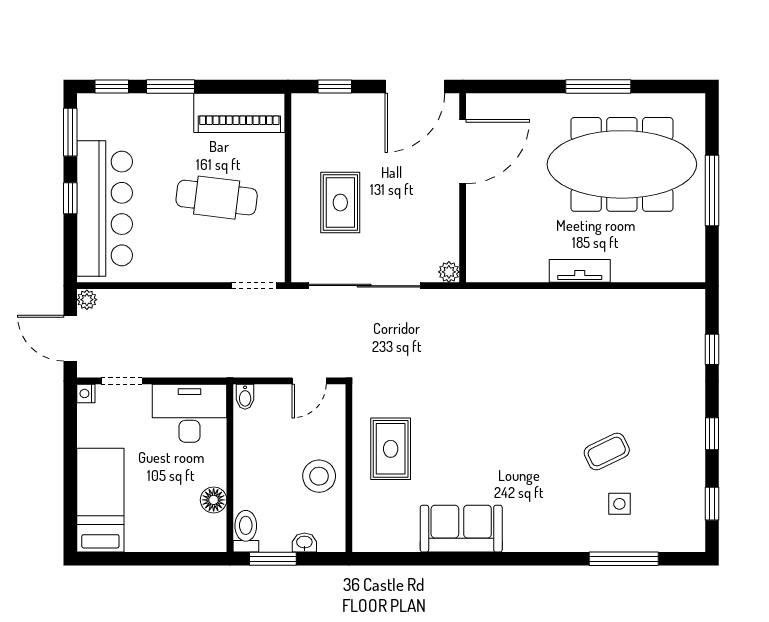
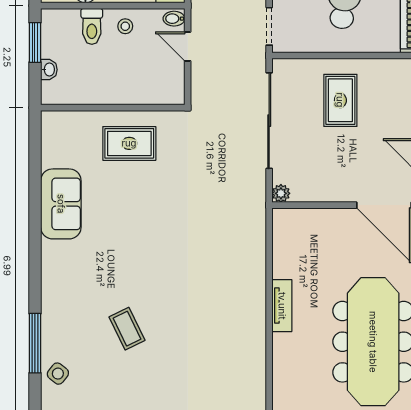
rug: (340, 203) -> (340, 100), turned 90
door: (309, 381) -> (188, 46), moved
stool: (319, 476) -> (125, 26), moved, width x0.53, depth x0.53
side table: (619, 504) -> (58, 374), moved, turned 38
toilet: (246, 531) -> (92, 26), moved, turned 90

